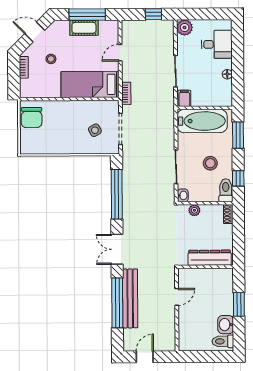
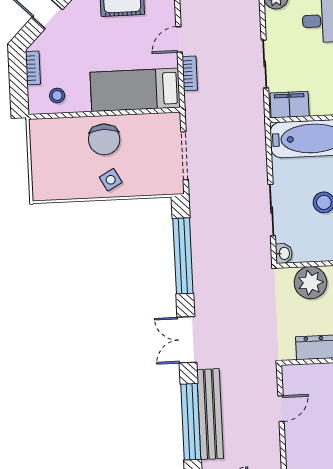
stool: (51, 59) -> (57, 95), moved
bookcase: (126, 93) -> (190, 73), moved
filing cabinet: (184, 98) -> (290, 105), width x2.00
chair: (32, 118) -> (104, 139), moved
side table: (95, 130) -> (111, 180), moved
plant: (194, 210) -> (311, 283), width x1.88, depth x1.88

